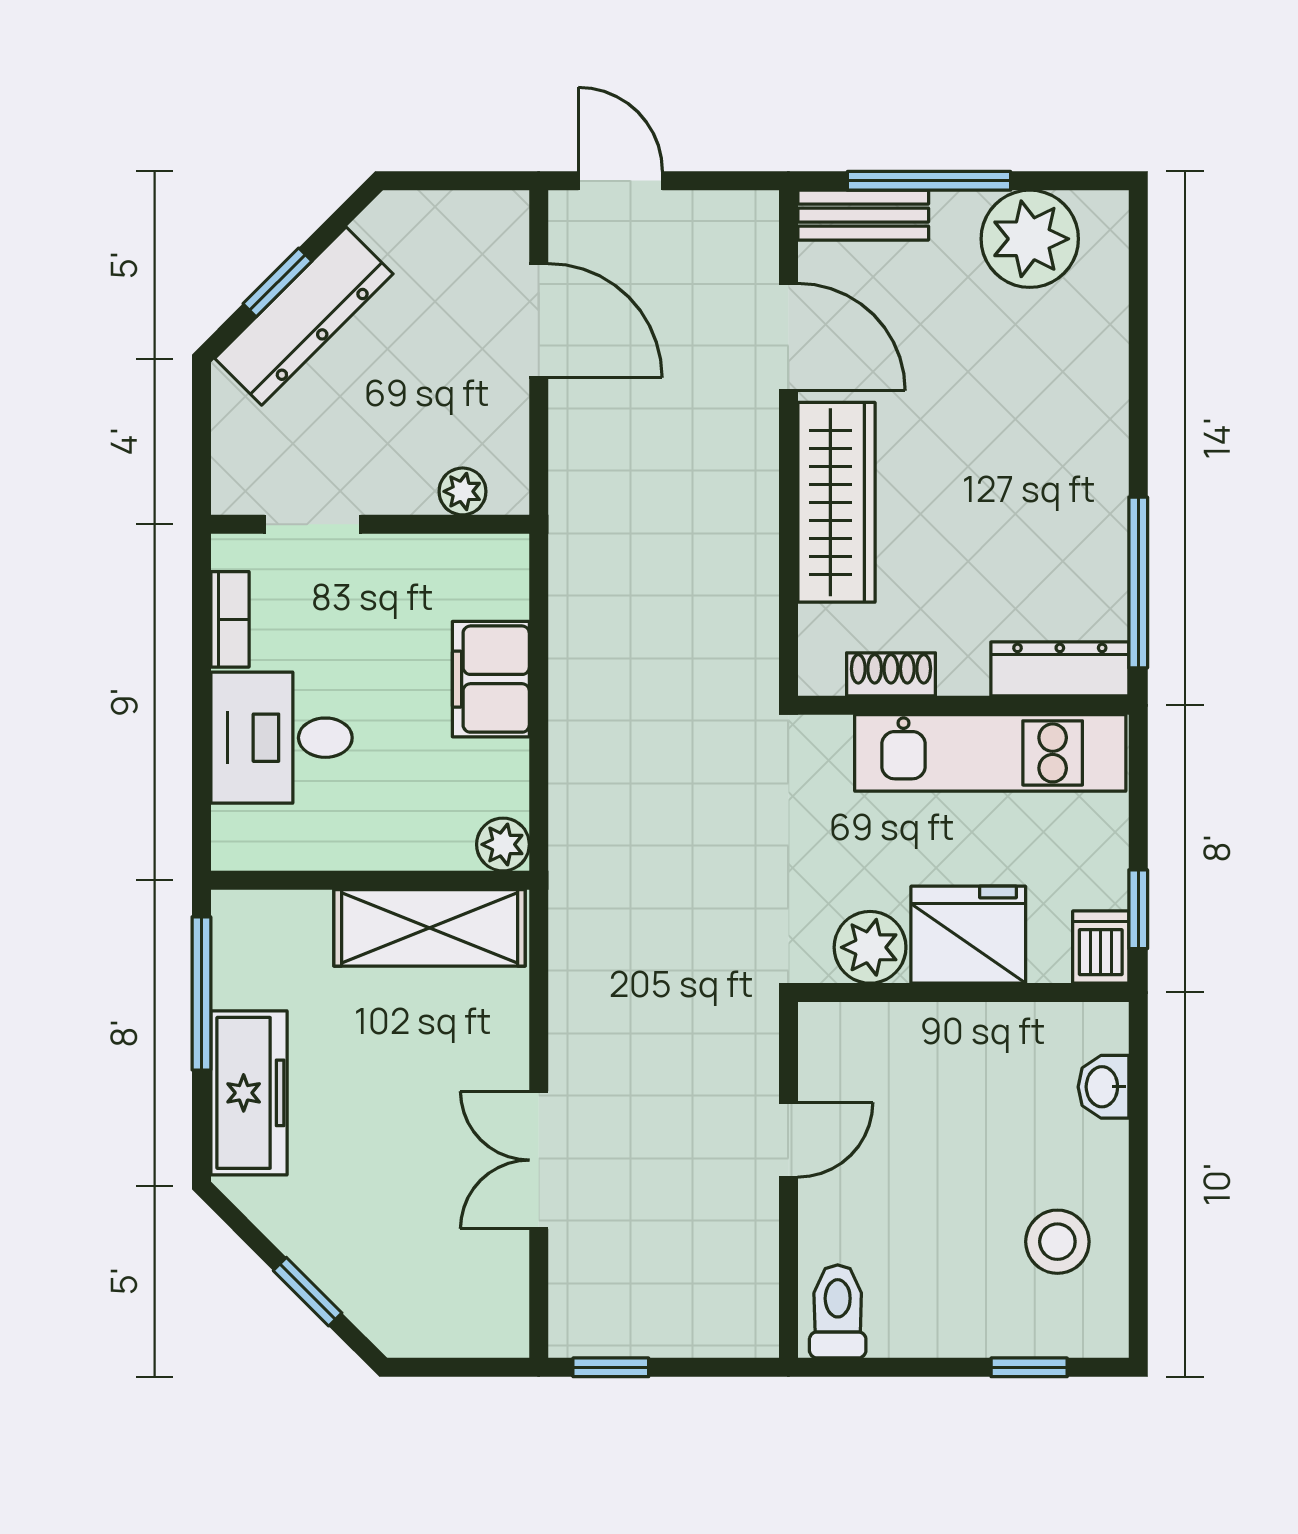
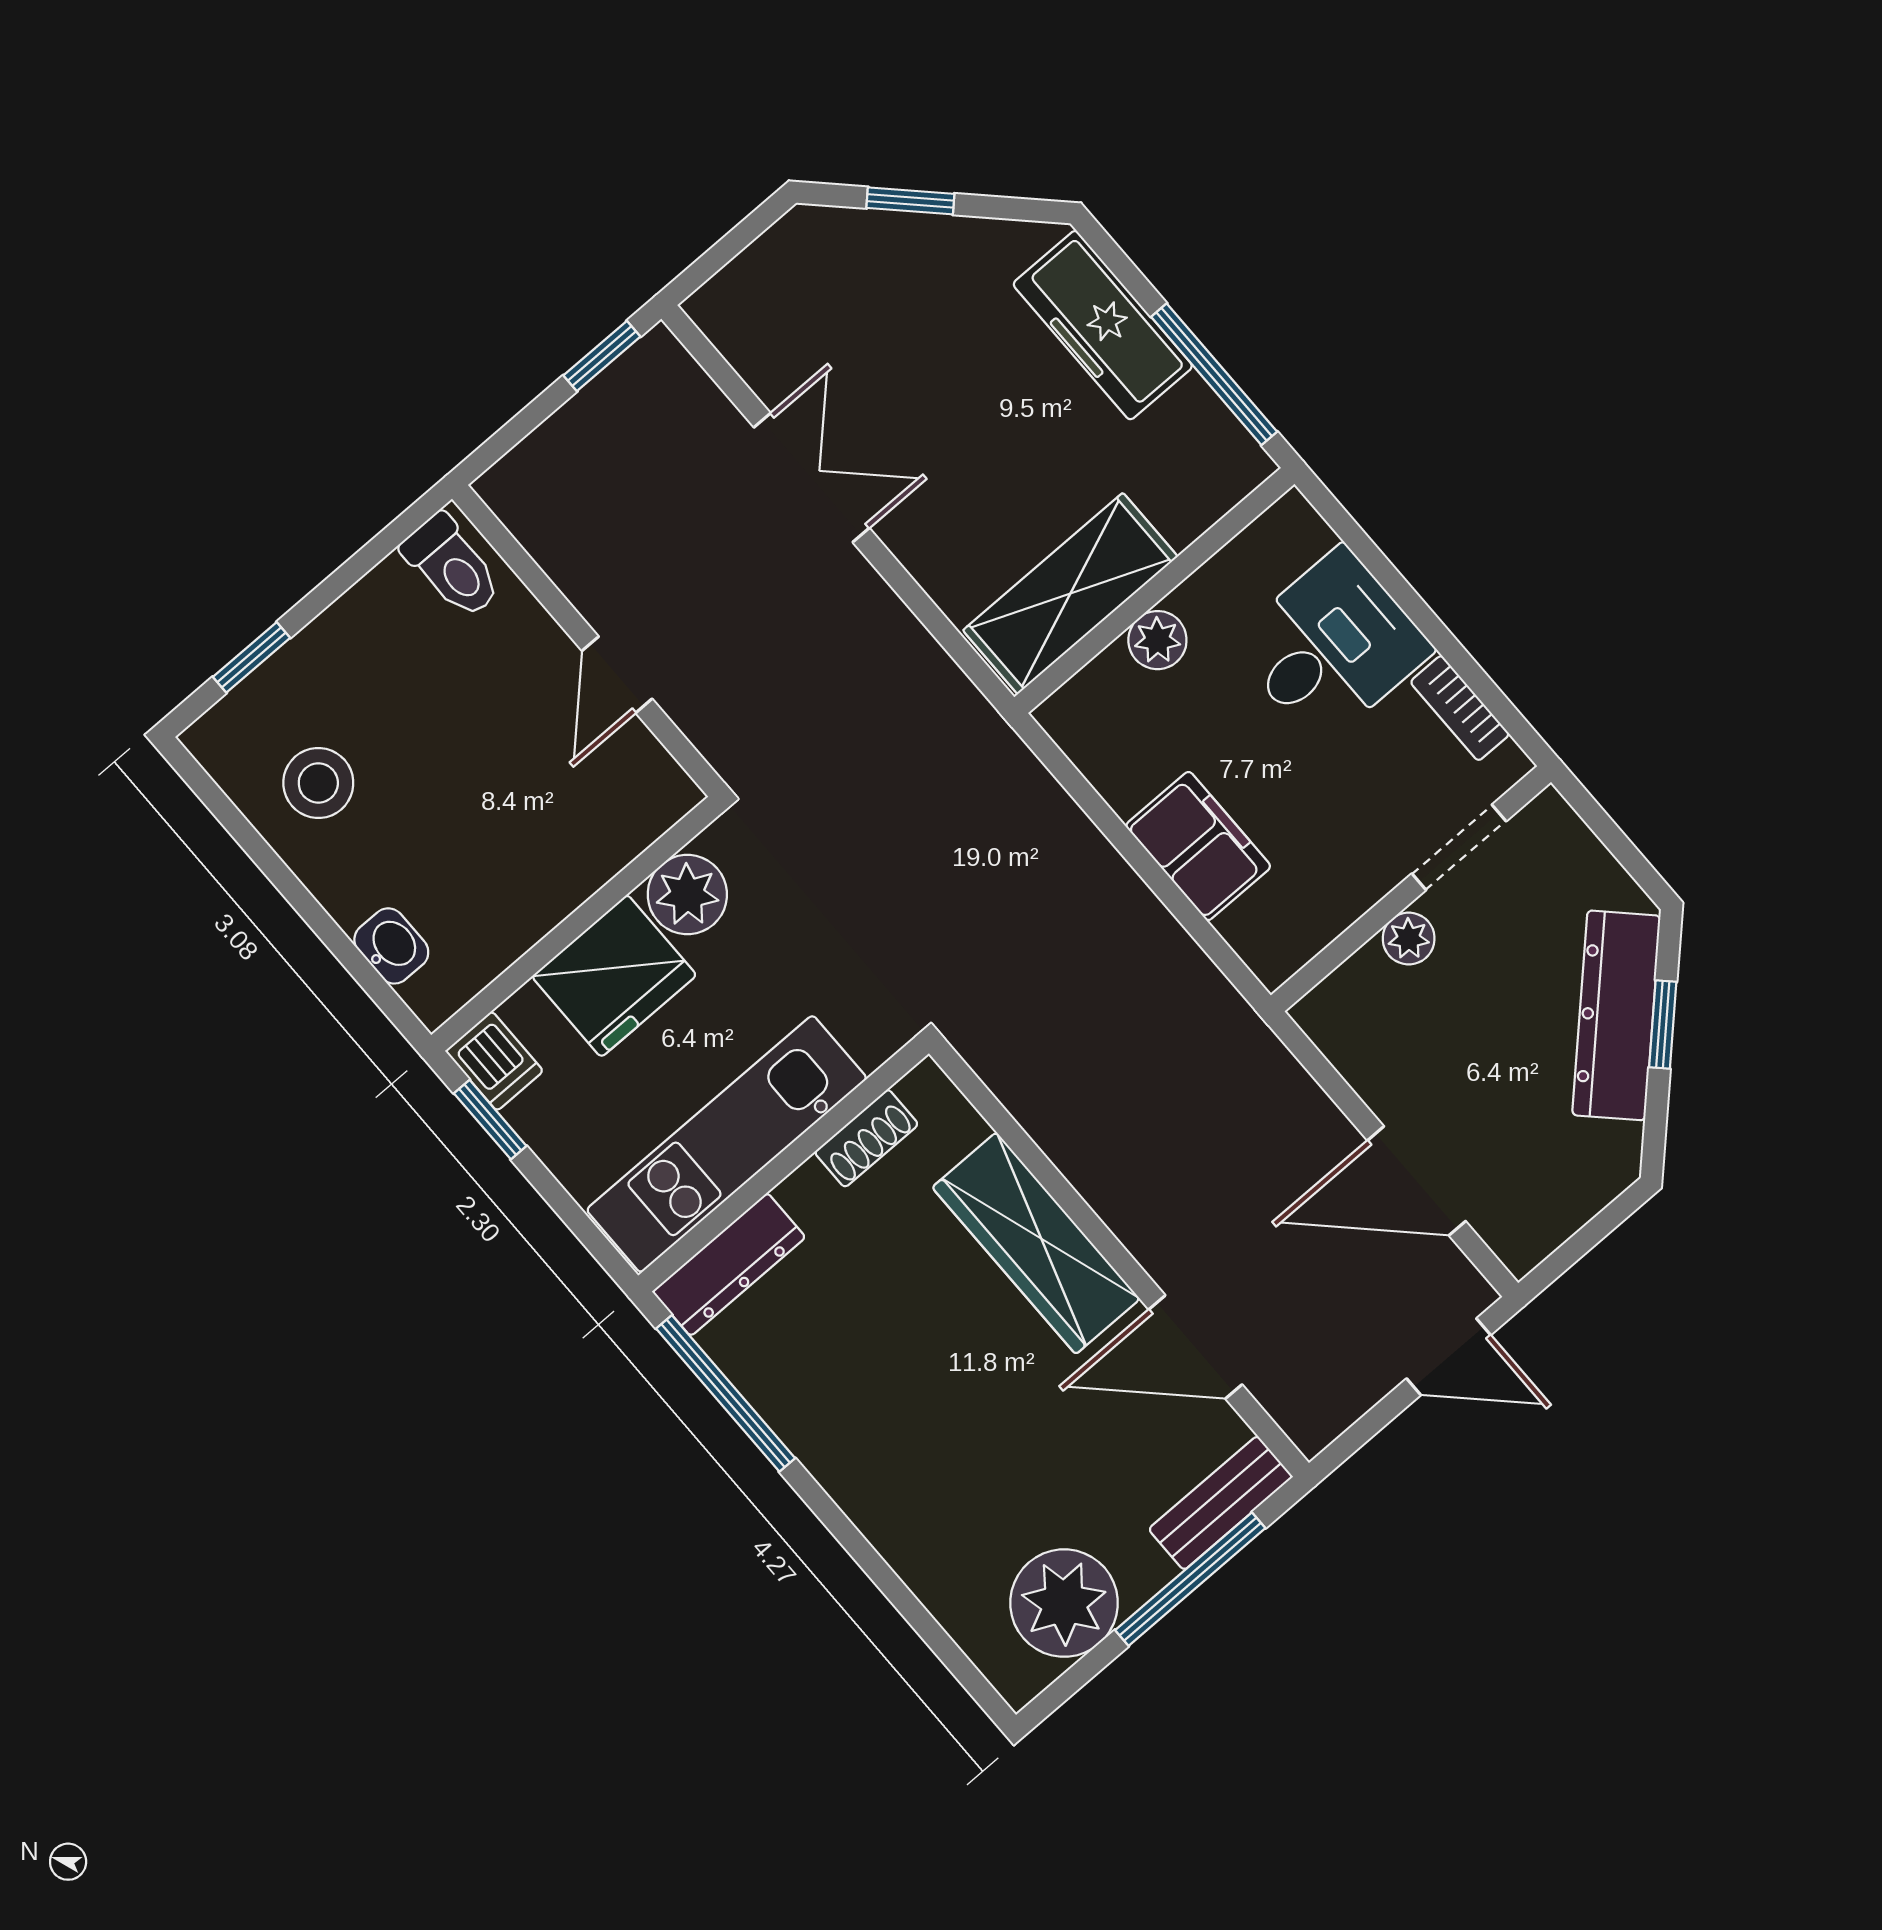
plant: (463, 491) -> (1409, 938), moved
plant: (503, 844) -> (1157, 640), moved

